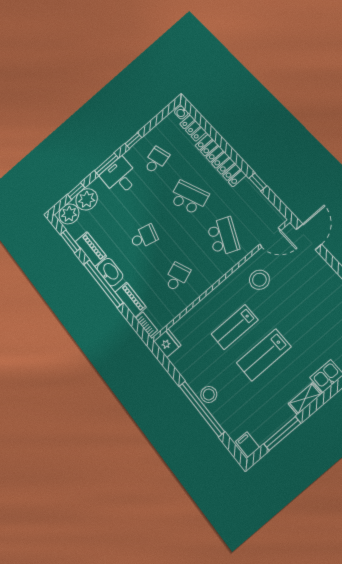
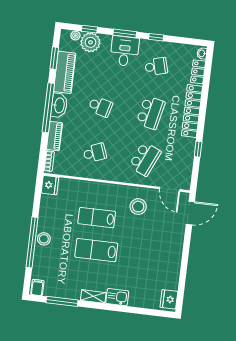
school desk: (189, 197) -> (151, 113), turned 33
plant: (69, 214) -> (75, 36), width x0.53, depth x0.53
piano: (91, 249) -> (65, 72), width x1.37, depth x1.33

